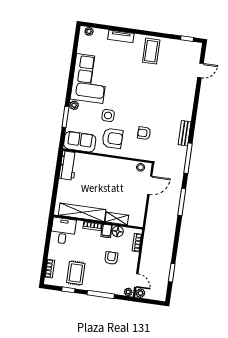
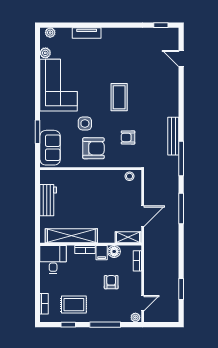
coffee table: (151, 51) -> (119, 97), moved
door: (200, 70) -> (181, 58), swing flipped
plant: (74, 105) -> (45, 53), moved
bench: (185, 133) -> (173, 136), width x1.36
sofa: (80, 142) -> (50, 148), moved, turned 90
workbench: (68, 165) -> (48, 200), moved
door: (150, 185) -> (143, 216), moved
shelving: (117, 219) -> (128, 237), moved
rug: (76, 273) -> (74, 305), turned 90
door: (136, 280) -> (143, 303), hinge flipped
plant: (140, 293) -> (149, 317), removed

